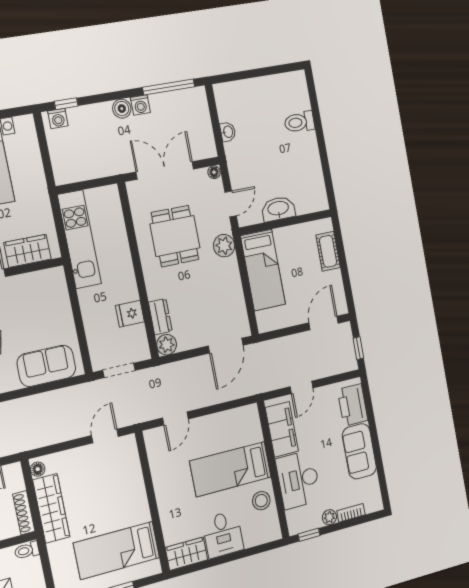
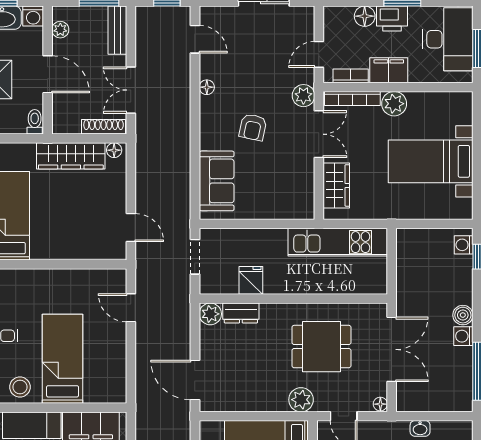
shoe rack: (24, 513) -> (104, 127), moved

